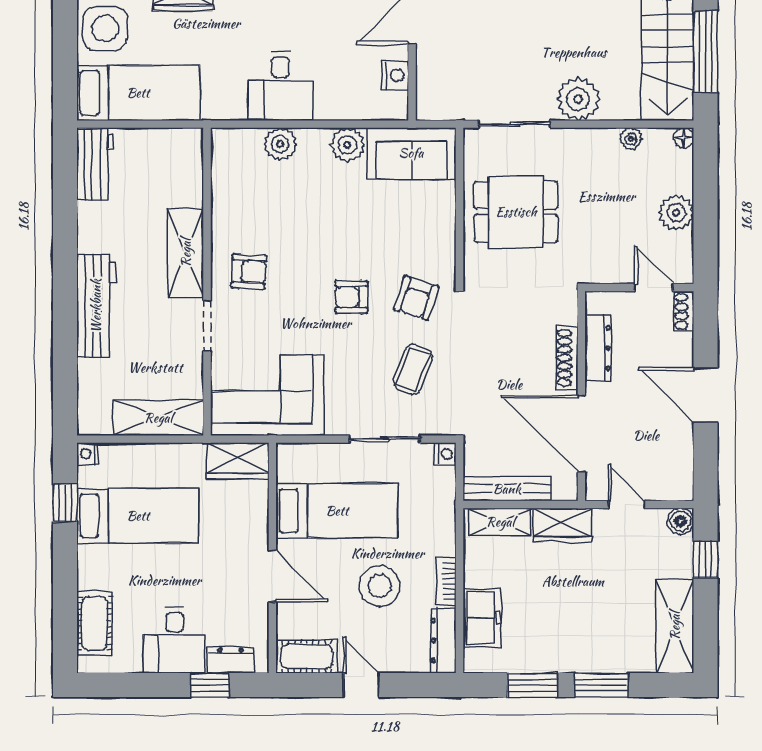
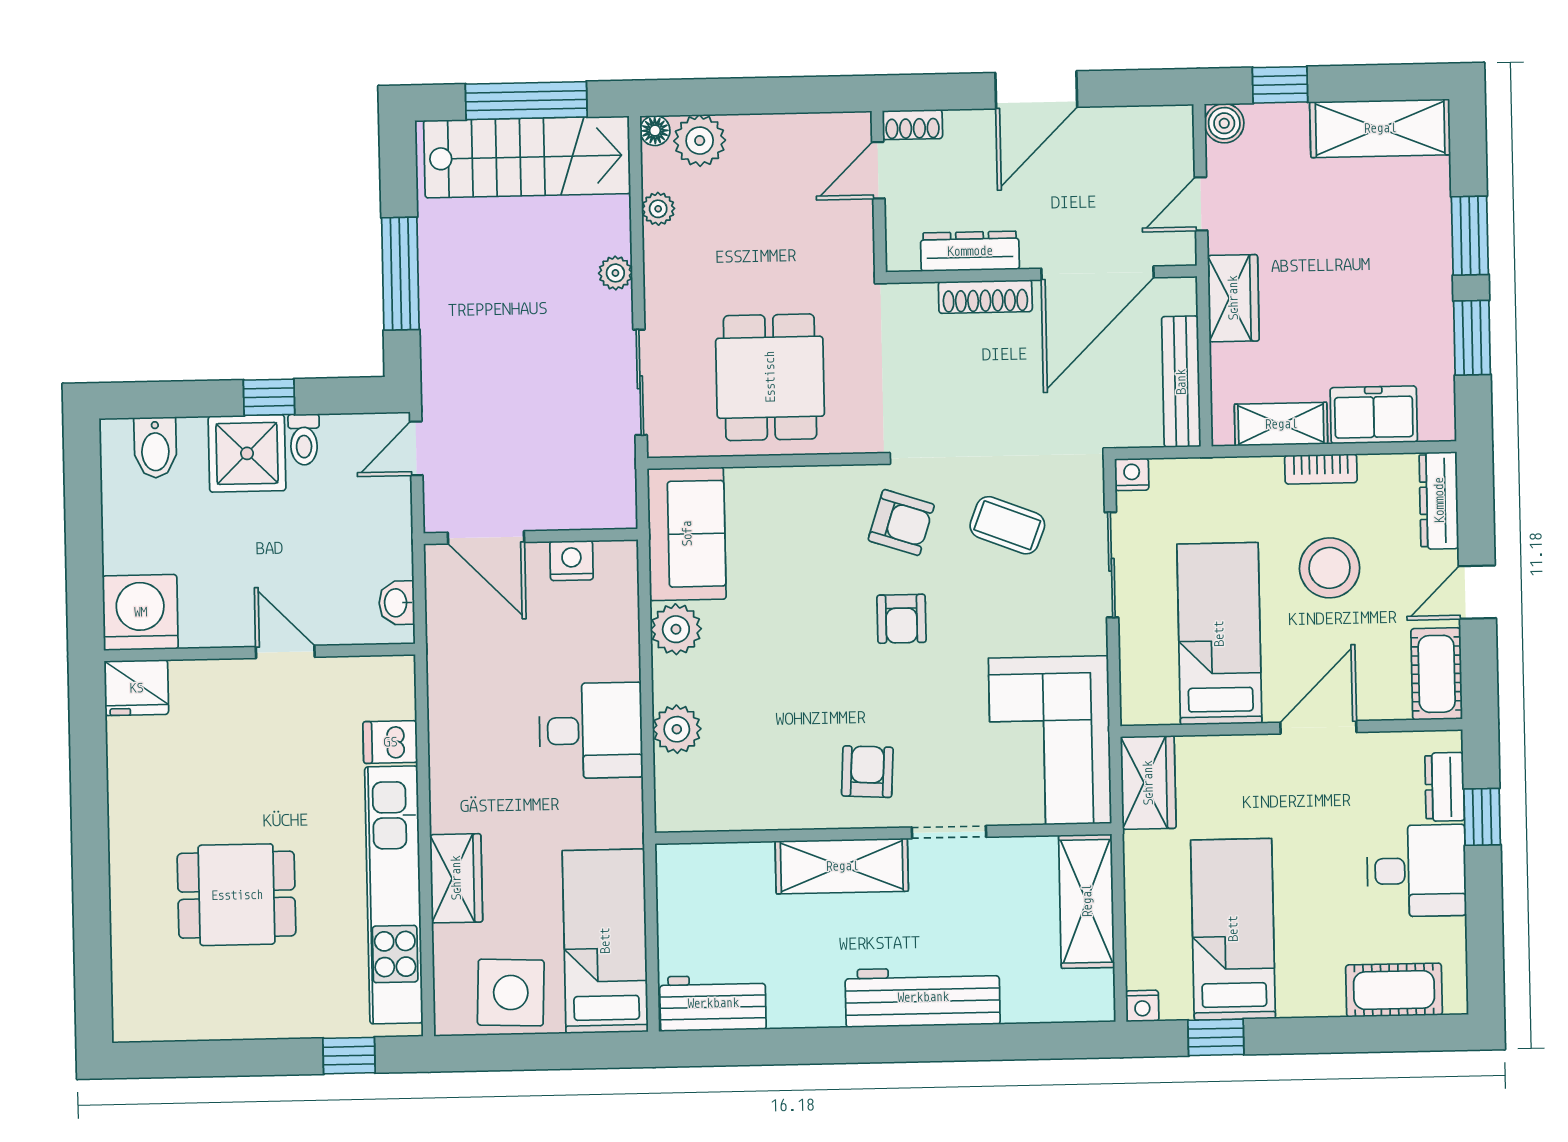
plant: (578, 99) -> (615, 273), width x0.53, depth x0.53
plant: (676, 213) -> (700, 141), moved
shelving: (500, 522) -> (1281, 424), moved, turned 90
dresser: (443, 641) -> (1439, 500), moved, turned 90

